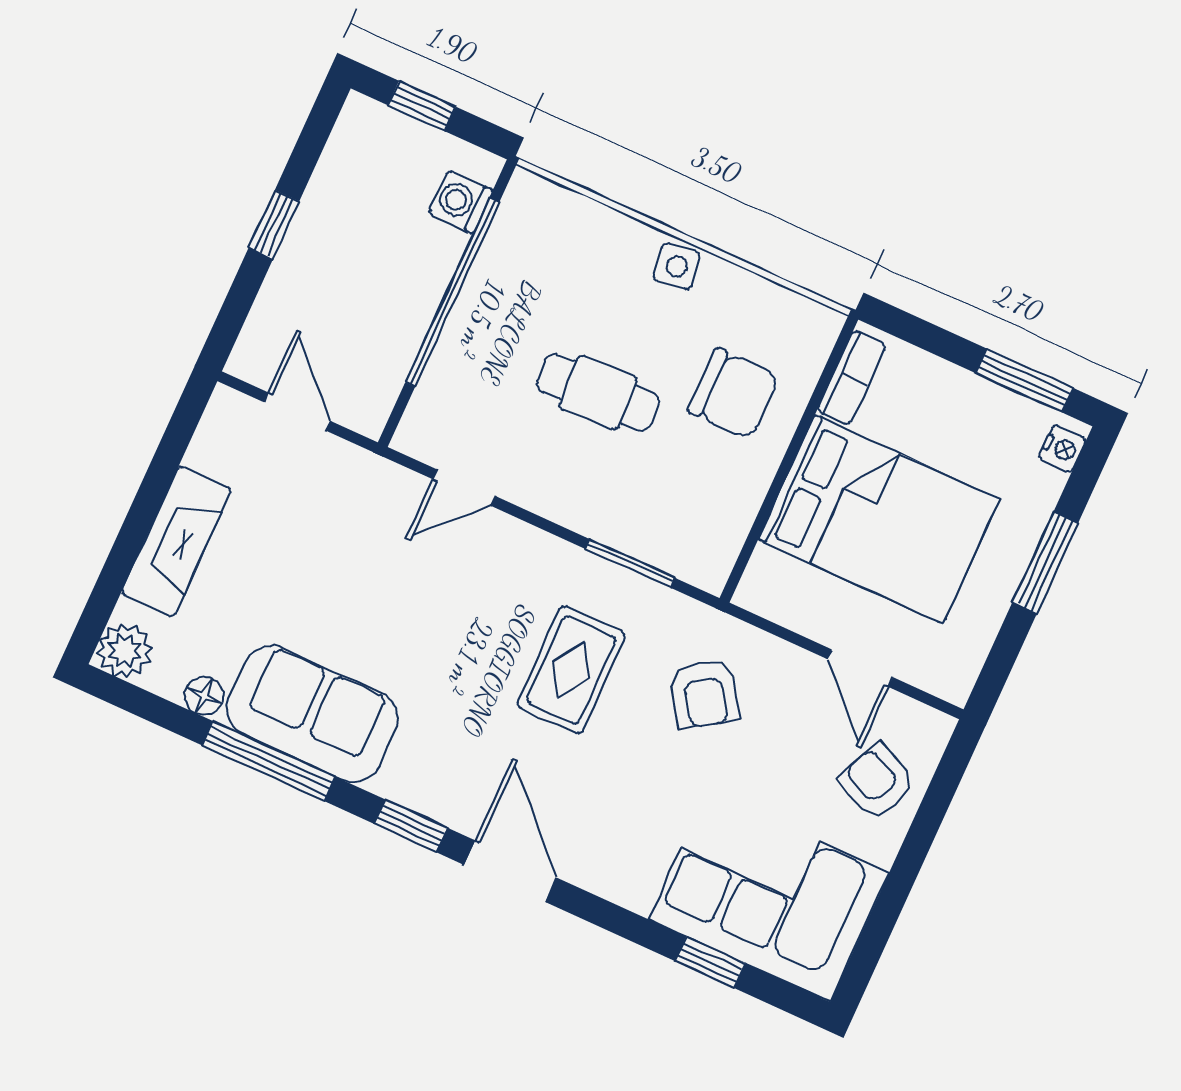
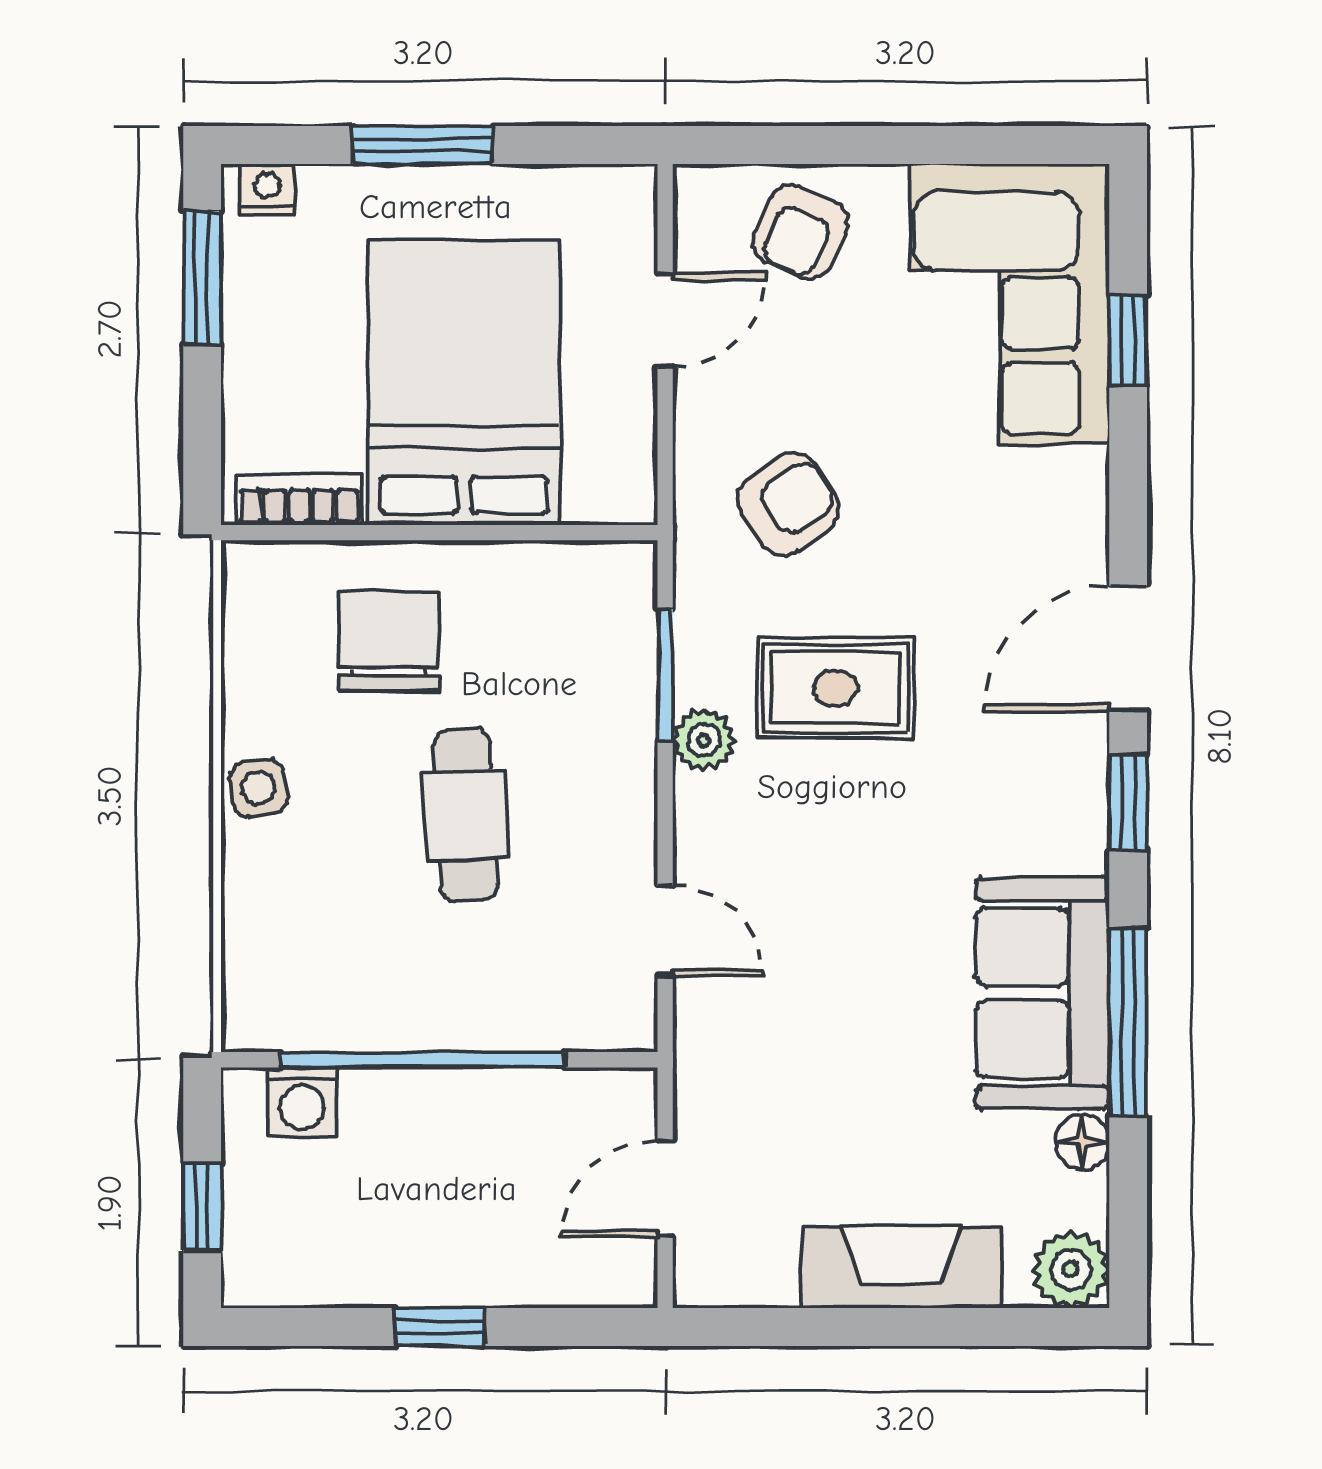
plant: (576, 569) -> (704, 740), added

